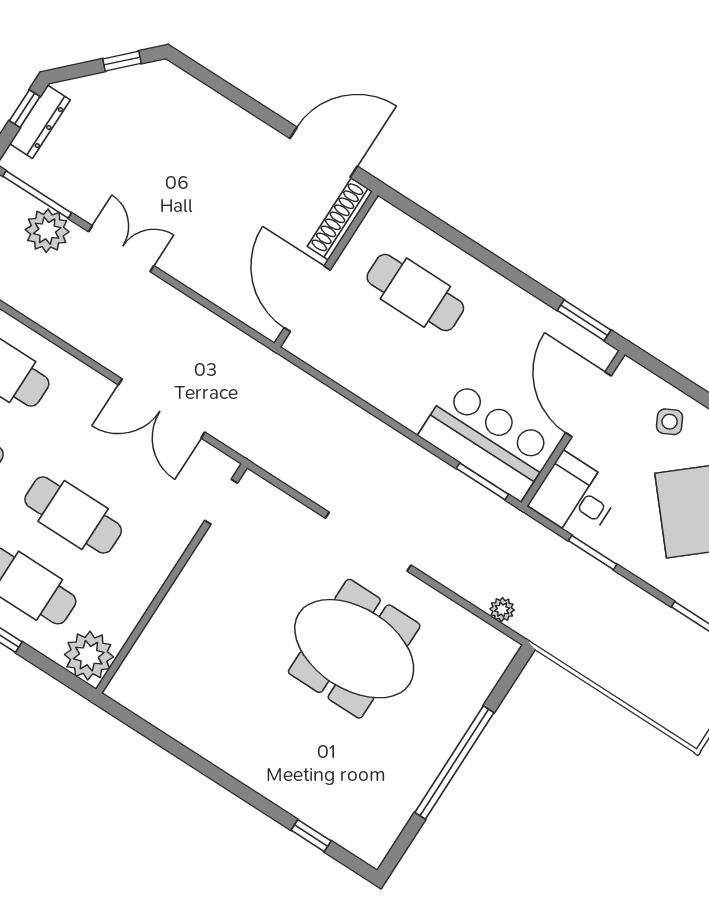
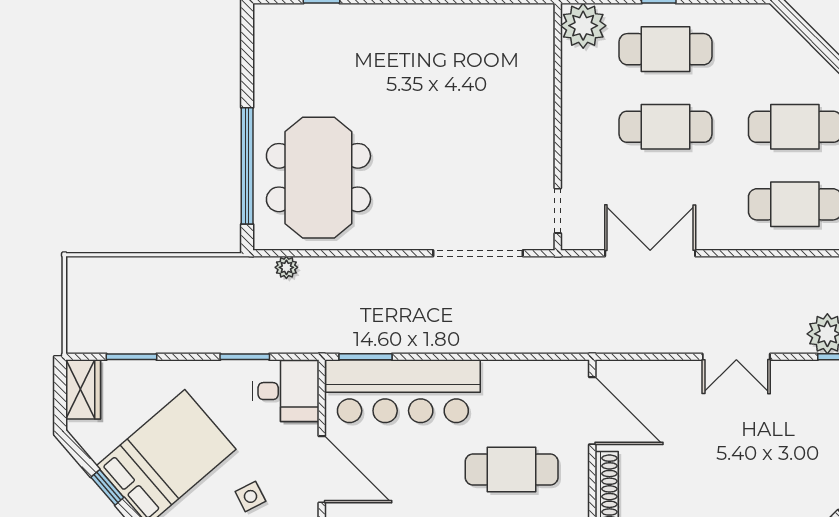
double door: (121, 249) -> (736, 357), moved
bar counter: (487, 440) -> (403, 391), width x1.36
doorway: (368, 542) -> (478, 253), moved
meeting table: (354, 649) -> (318, 178), moved, turned 90
window: (454, 762) -> (247, 166), moved

